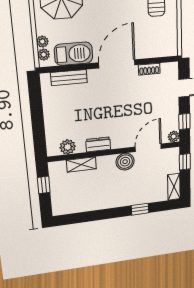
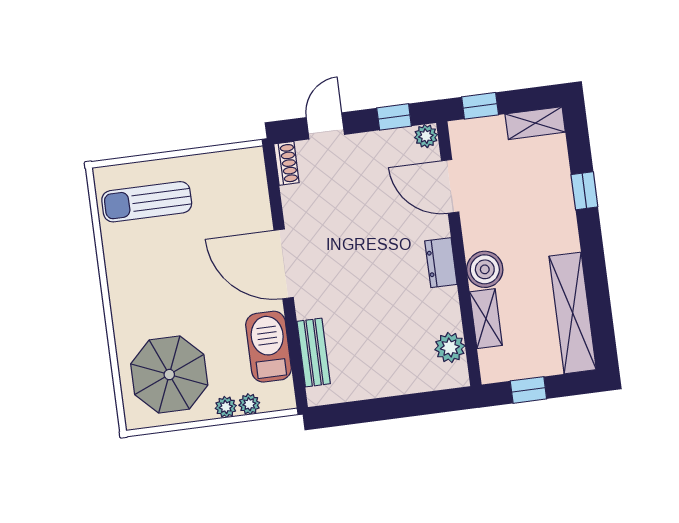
plant: (44, 55) -> (226, 407), moved
shoe rack: (149, 69) -> (286, 163), moved
dresser: (98, 144) -> (441, 263), moved
boiler: (125, 162) -> (485, 269), moved
shelving: (82, 205) -> (573, 313), added

